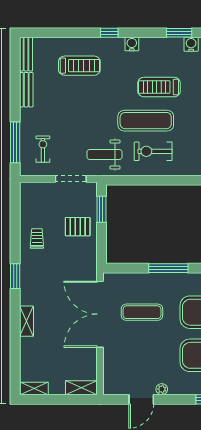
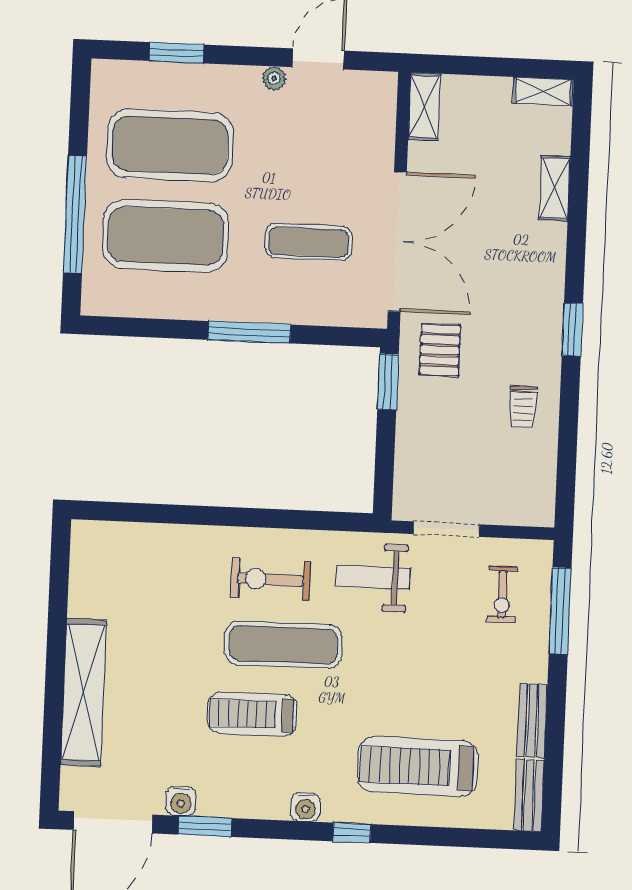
treadmill: (79, 66) -> (418, 766), width x1.37, depth x1.38
treadmill: (159, 87) -> (252, 714), turned 180
exercise bike: (153, 151) -> (271, 579), turned 180
weight bench: (105, 155) -> (373, 577), turned 180
window: (101, 209) -> (388, 382), moved
pallet: (78, 227) -> (440, 350), moved, turned 90
shelving: (26, 321) -> (555, 188), moved
shelving: (81, 388) -> (424, 107), moved, turned 90

